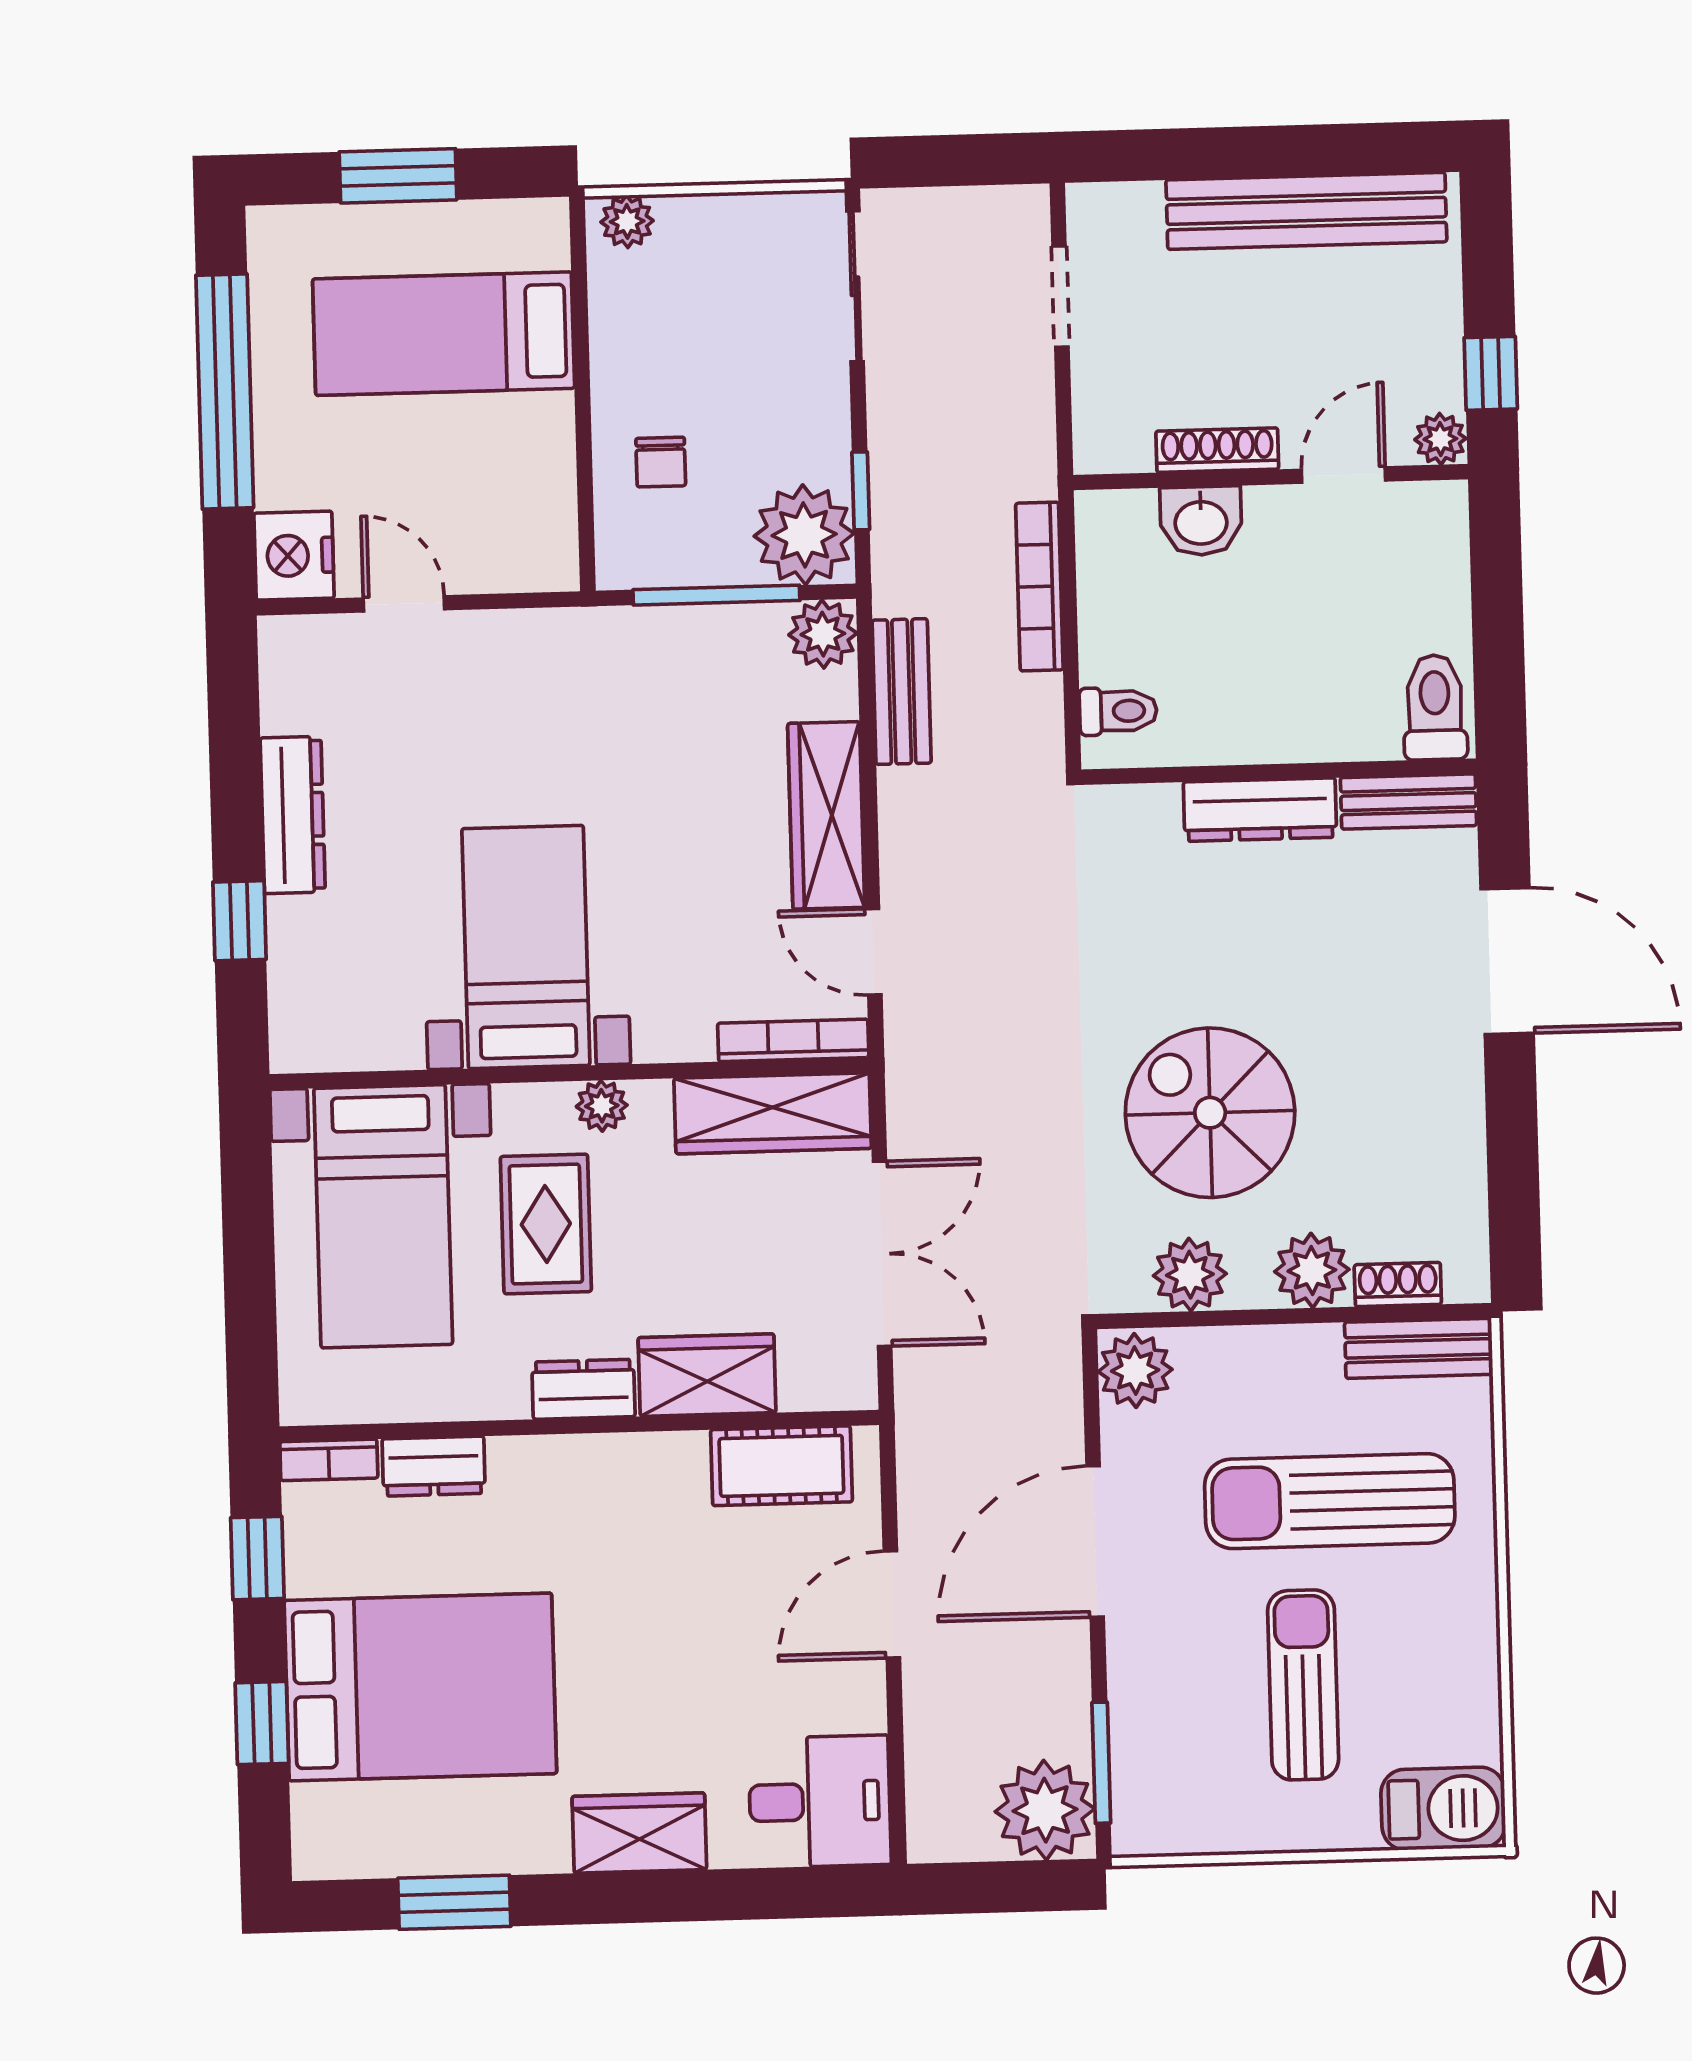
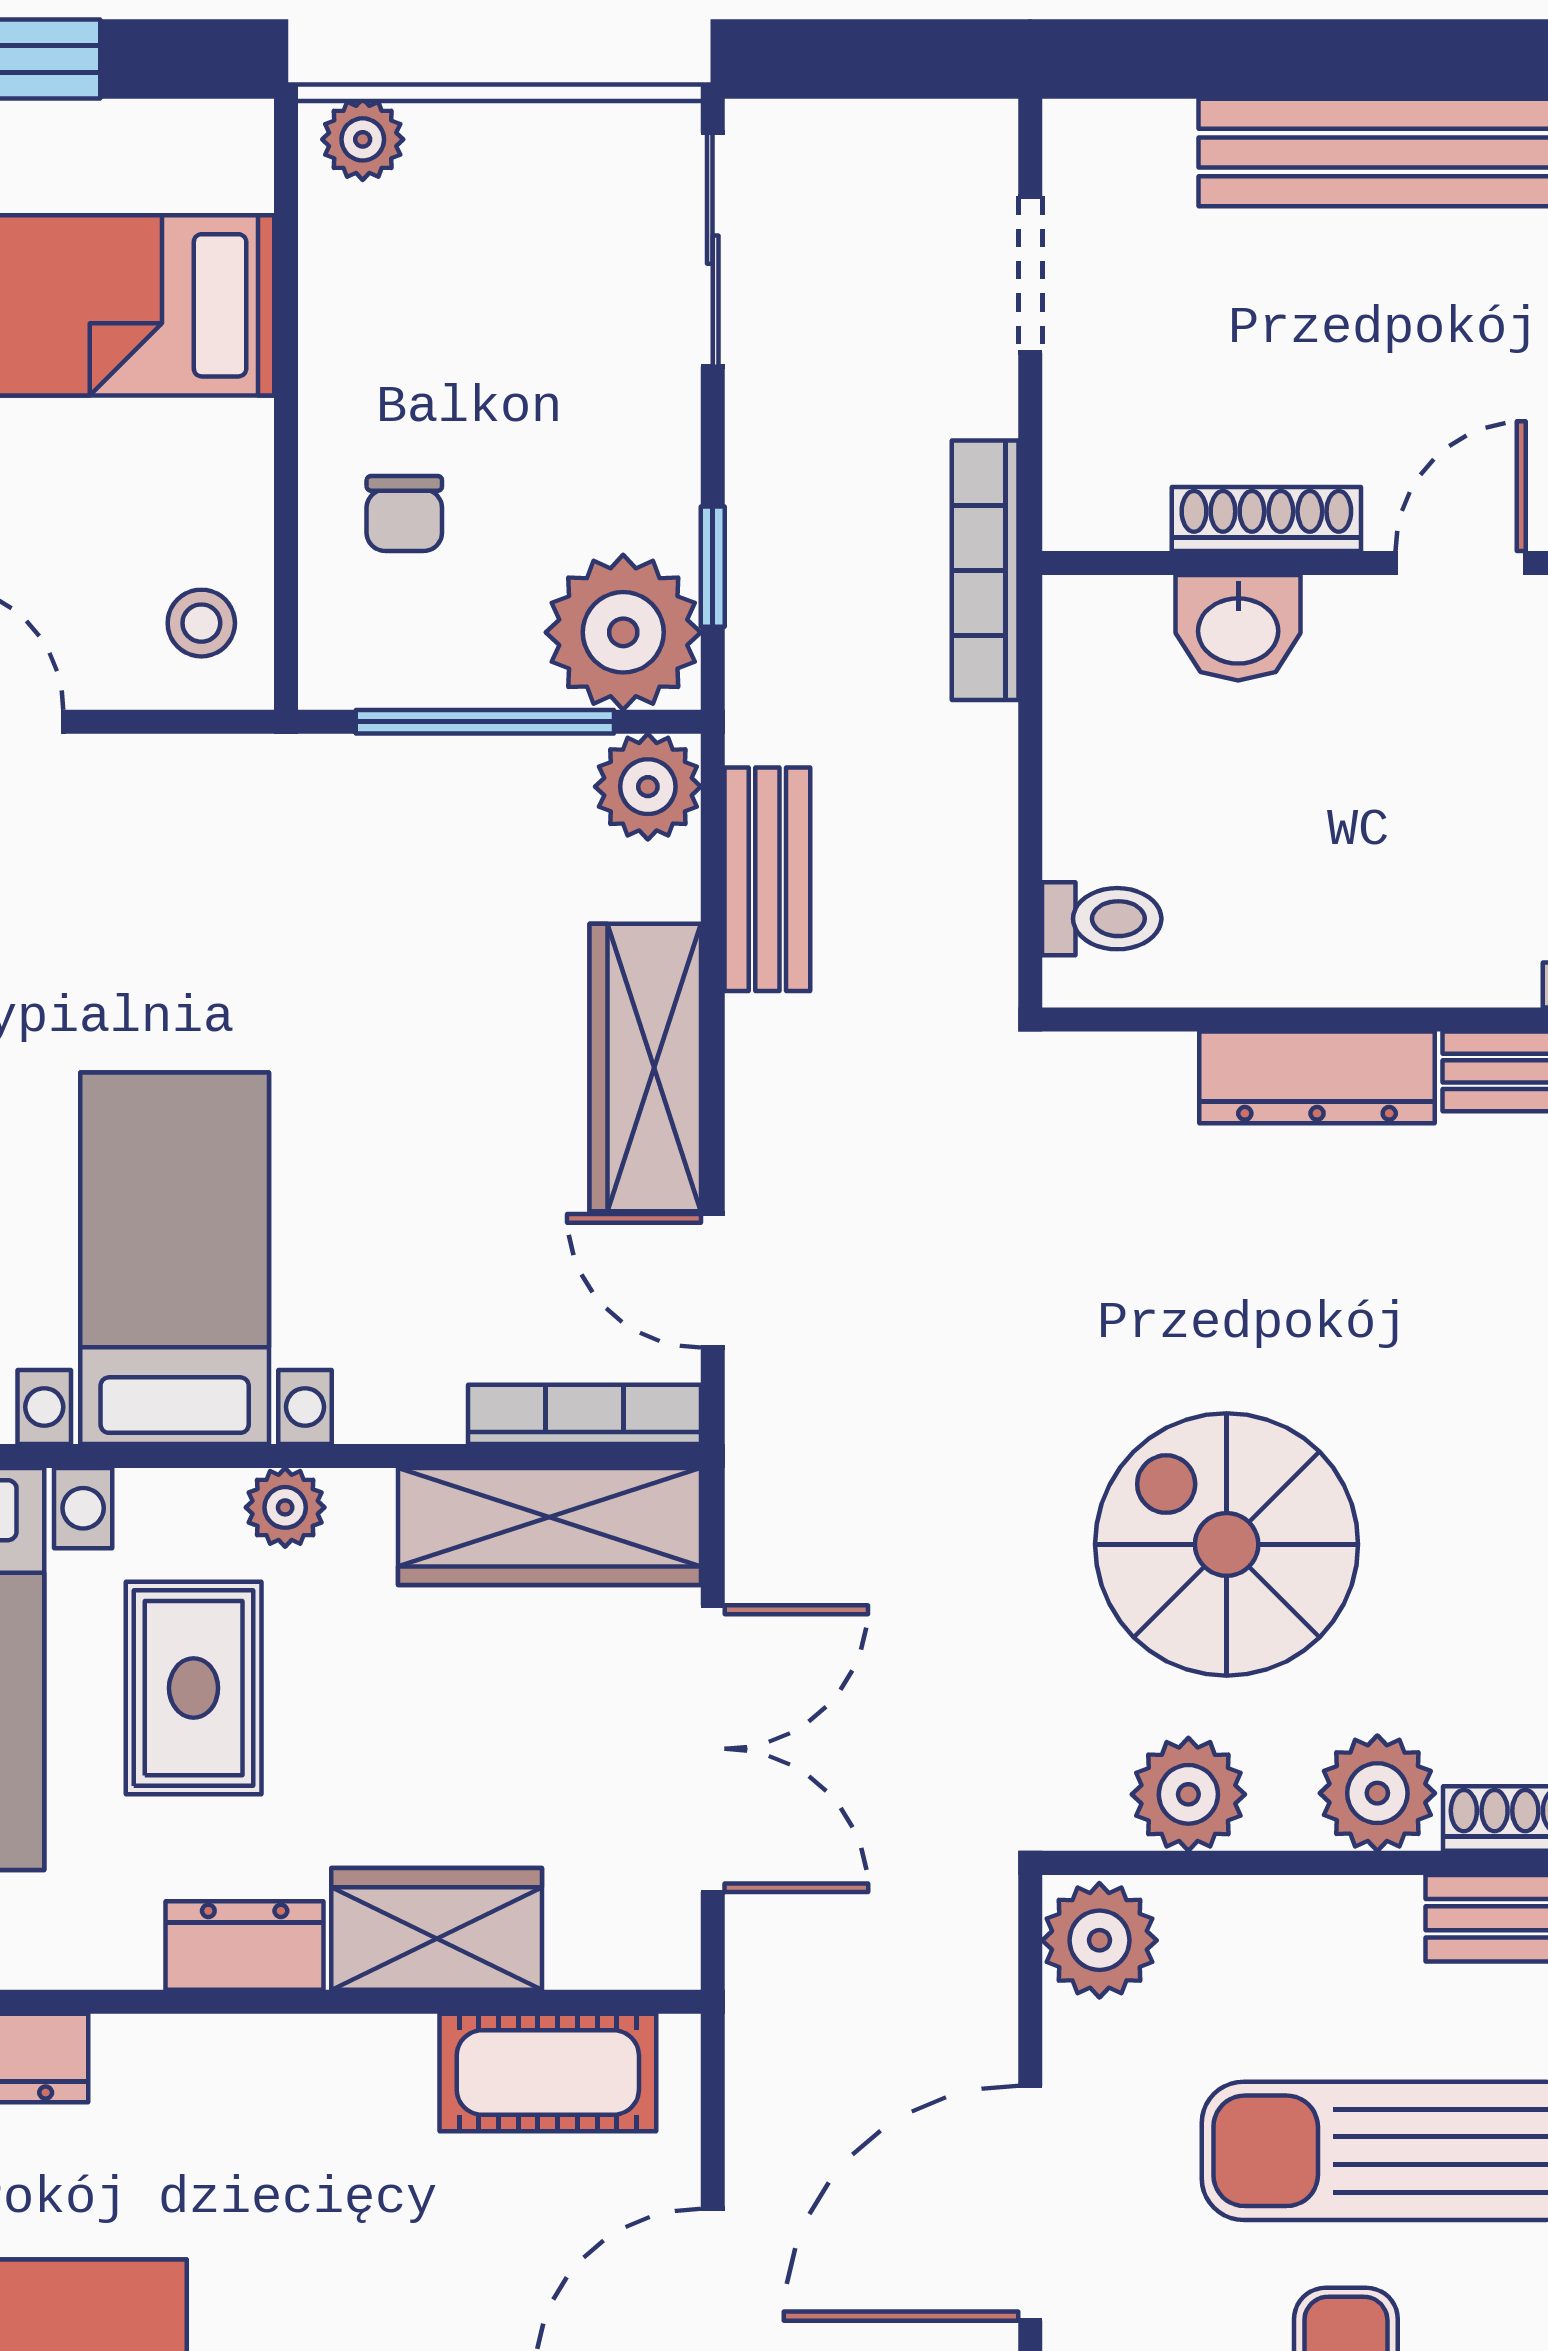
stool: (532, 536) -> (201, 623), added
bookcase: (1039, 587) -> (985, 570), moved

